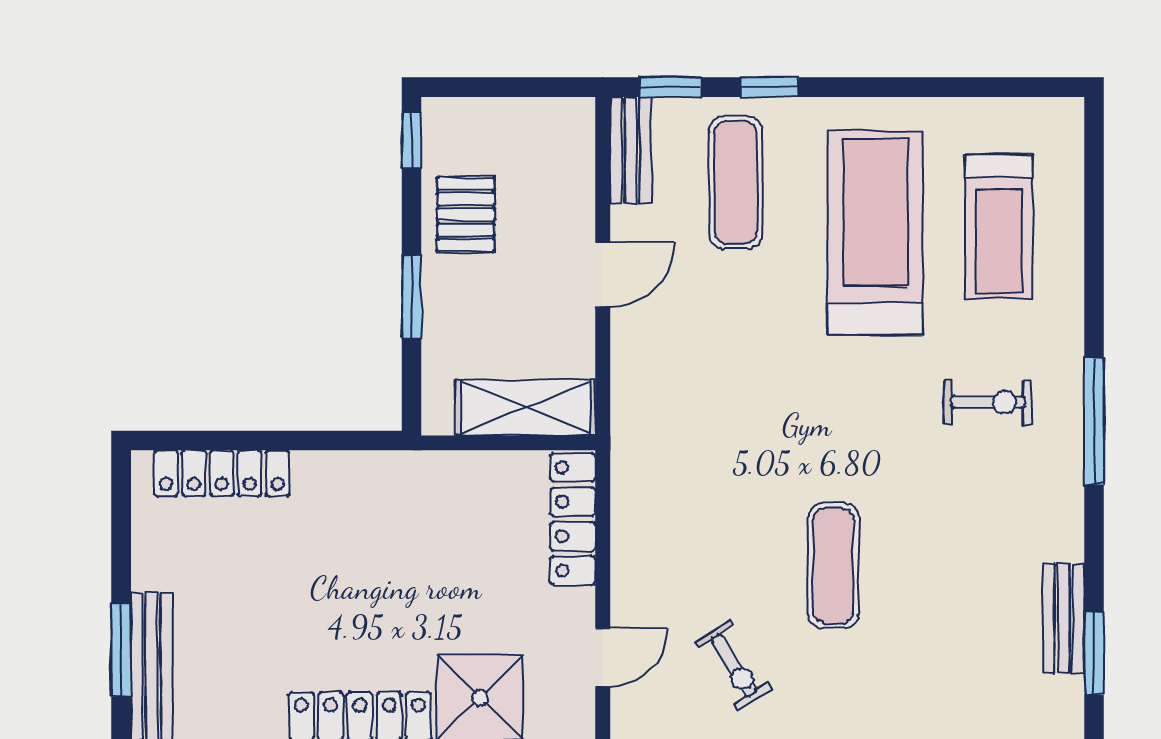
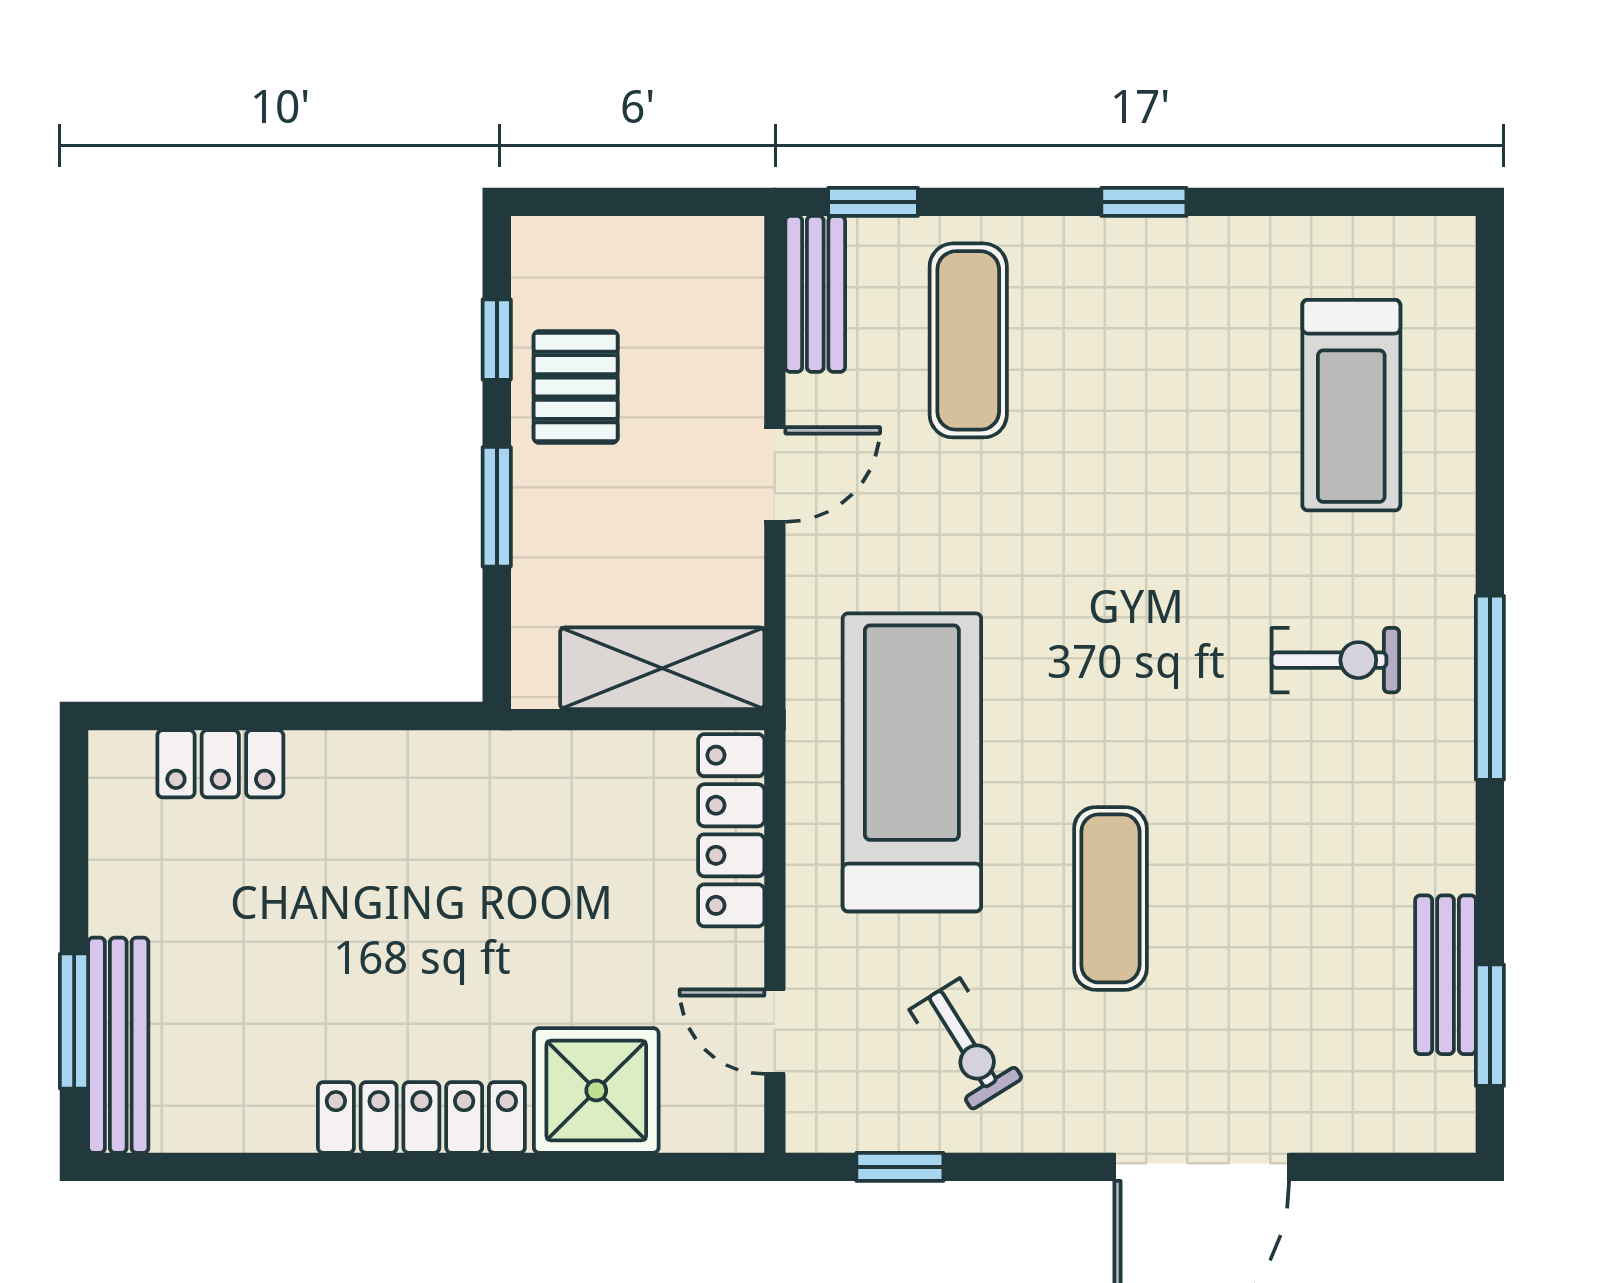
window: (769, 87) -> (1144, 202), moved
window: (412, 140) -> (497, 340), moved
treadmill: (875, 233) -> (912, 762), moved
locker: (222, 473) -> (220, 764), width x0.66
door: (603, 657) -> (775, 1032), swing flipped

